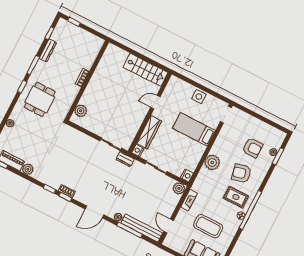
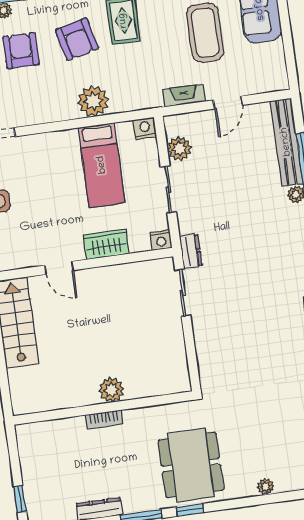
dining table: (40, 99) -> (191, 465), width x1.38
plant: (81, 111) -> (111, 390), moved
bed: (194, 129) -> (102, 165), moved
wardrobe: (149, 132) -> (106, 244), width x0.67
plant: (179, 188) -> (179, 149), moved
door: (169, 226) -> (228, 103), moved

